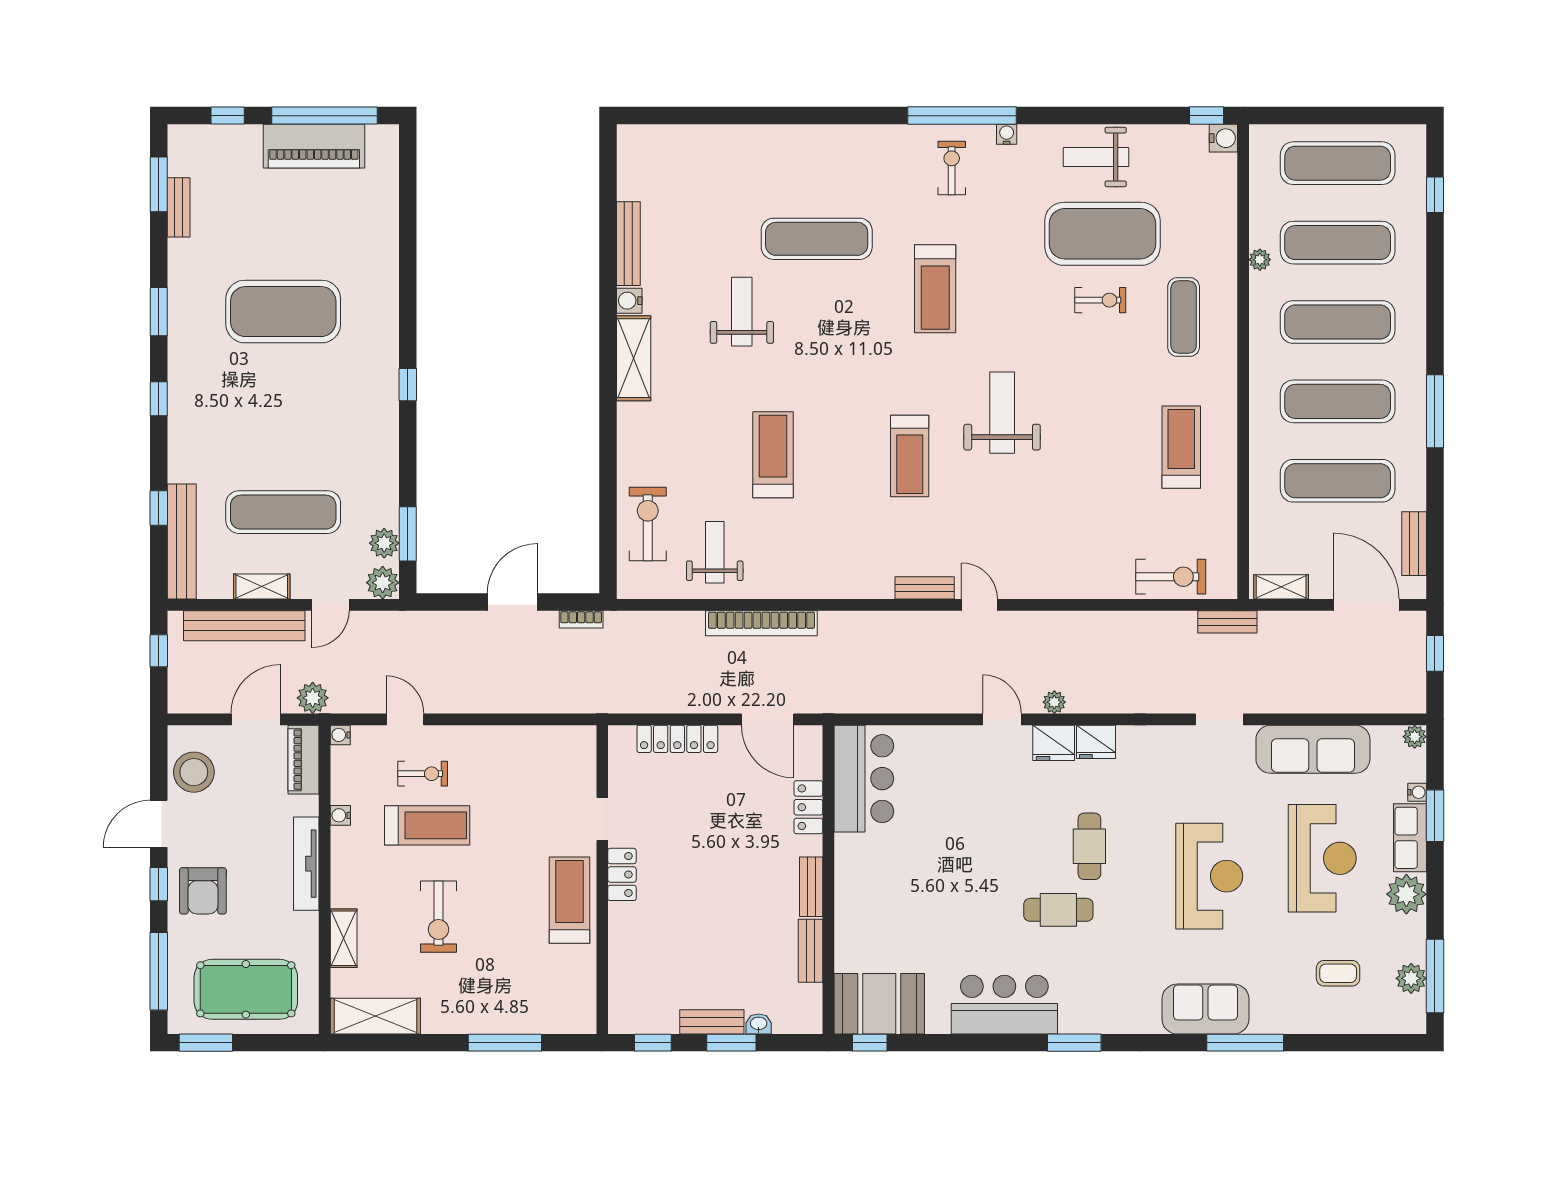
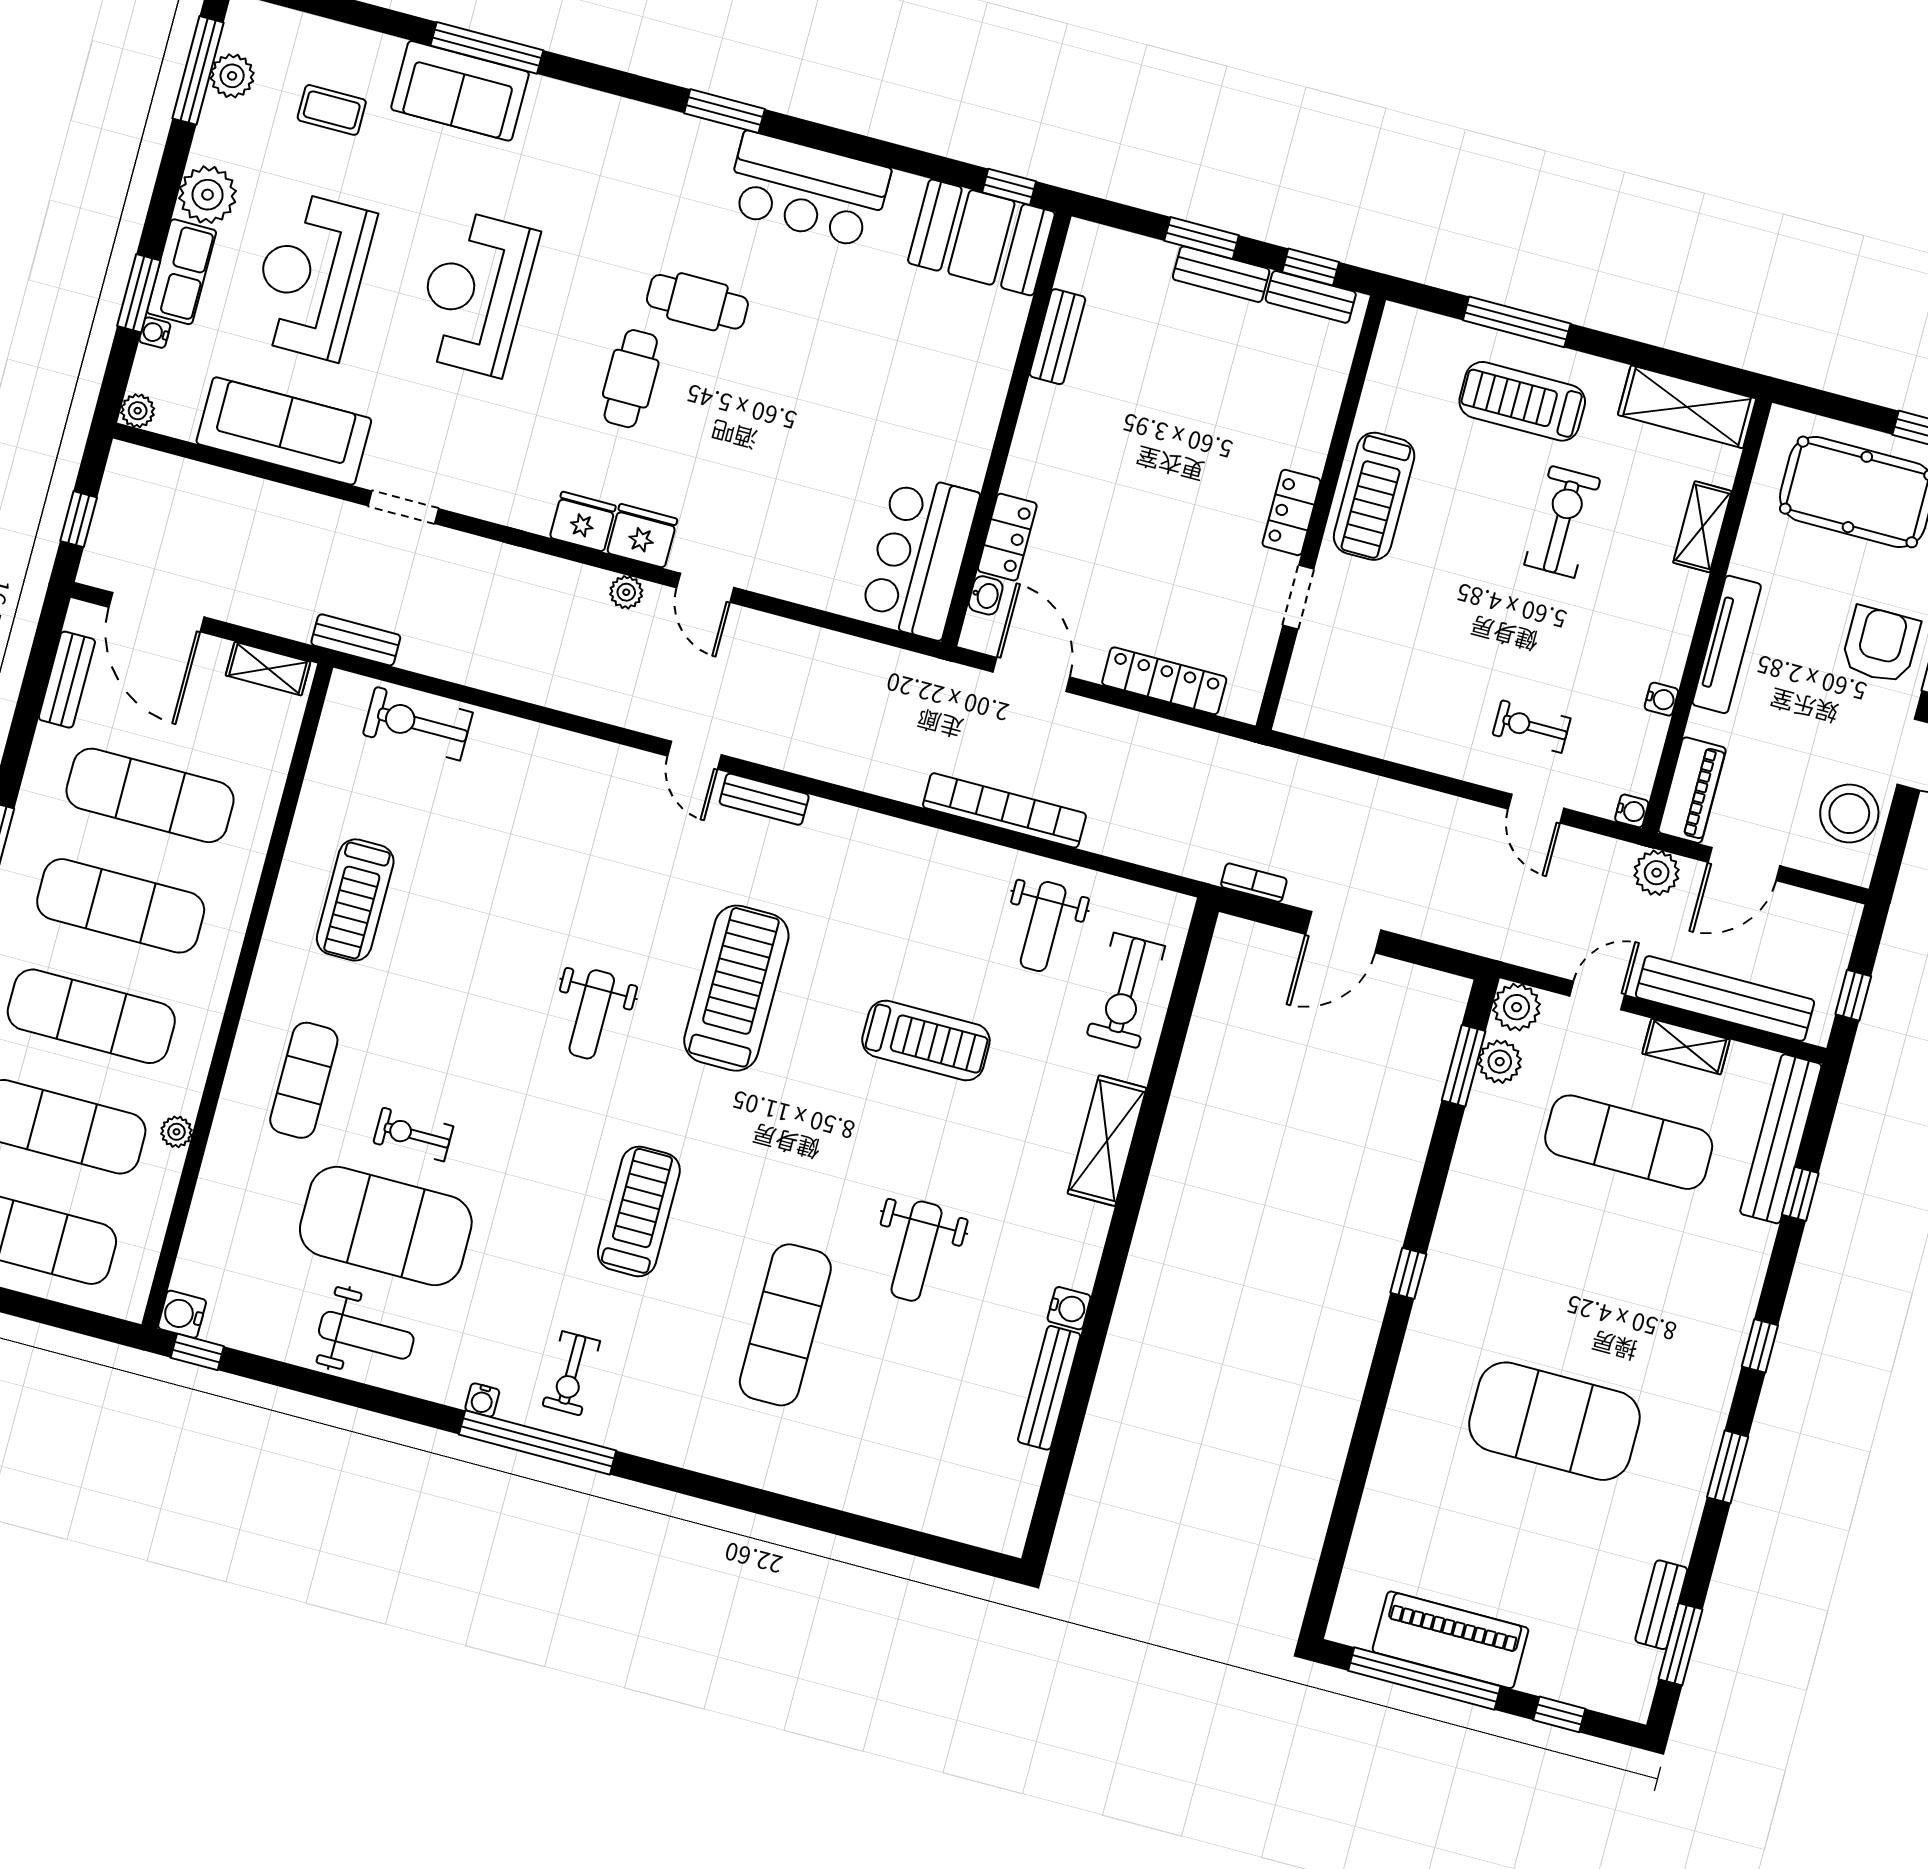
exercise mat: (817, 239) -> (785, 1325), turned 90
shelving: (634, 358) -> (1107, 1141), moved
weight bench: (1002, 413) -> (592, 1014), width x0.73, depth x0.75
treadmill: (773, 455) -> (926, 1041), turned -90
treadmill: (910, 456) -> (736, 988), width x1.37, depth x1.38
treadmill: (427, 825) -> (1522, 401), moved
bench: (811, 887) -> (1311, 297), moved, turned 90
sofa: (1205, 1009) -> (460, 91), moved
washbasin: (759, 1024) -> (986, 595), moved, turned -90

